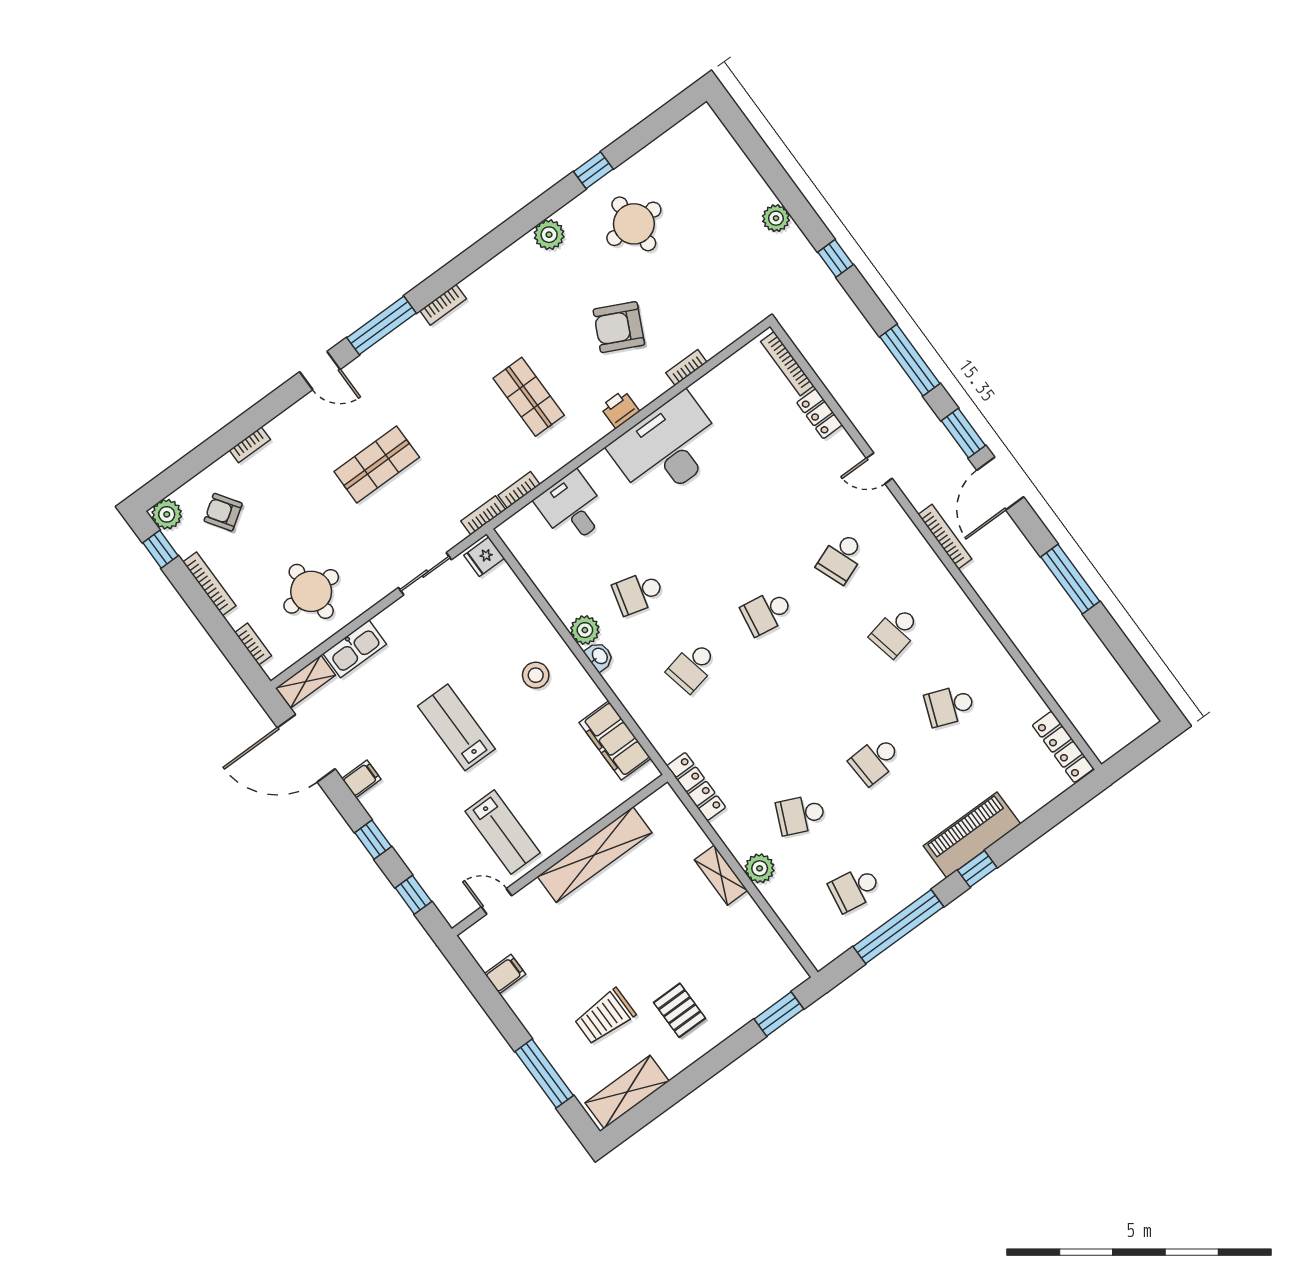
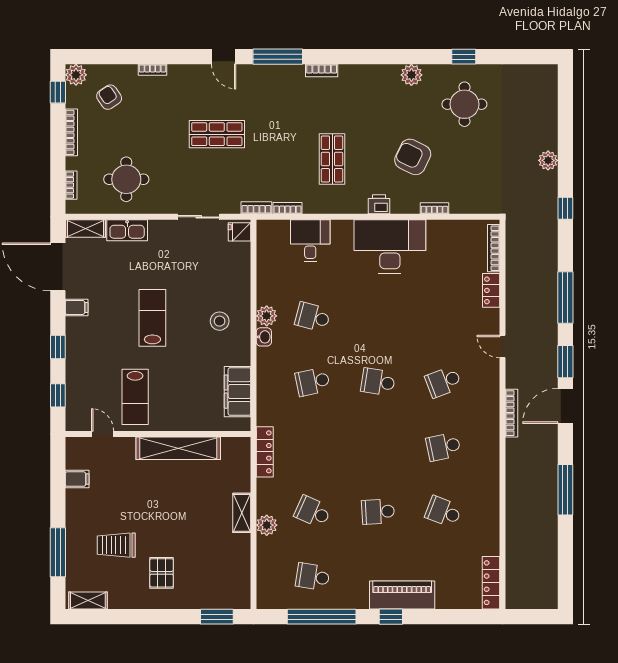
shelving: (627, 1092) -> (88, 600), width x0.67, depth x0.75

